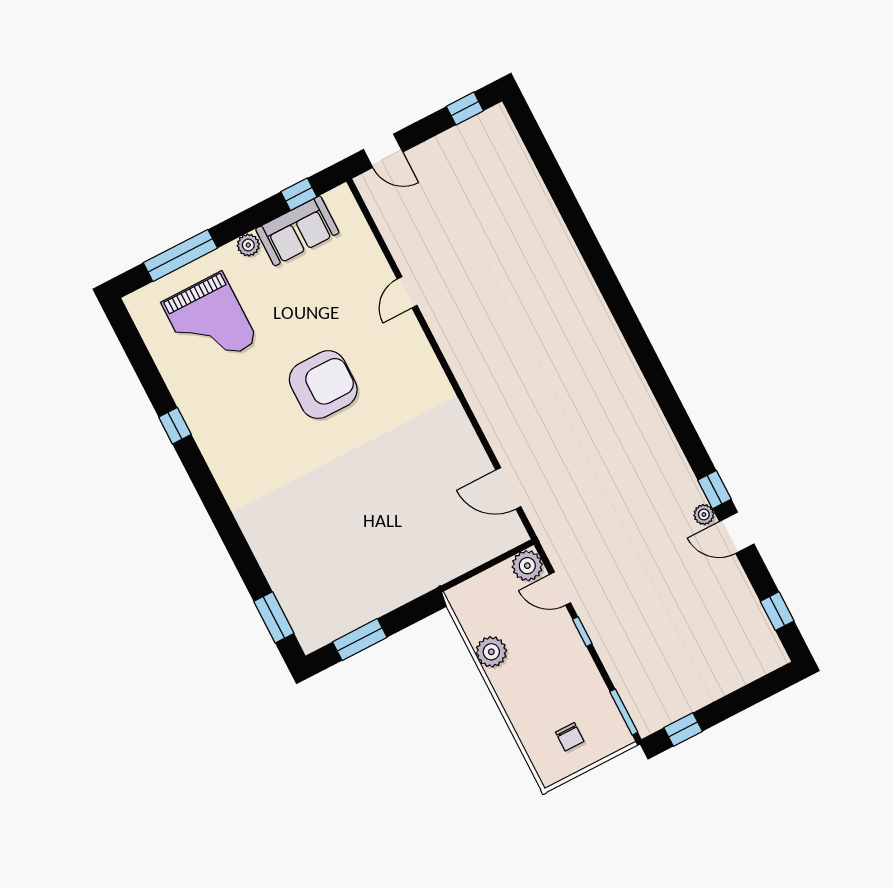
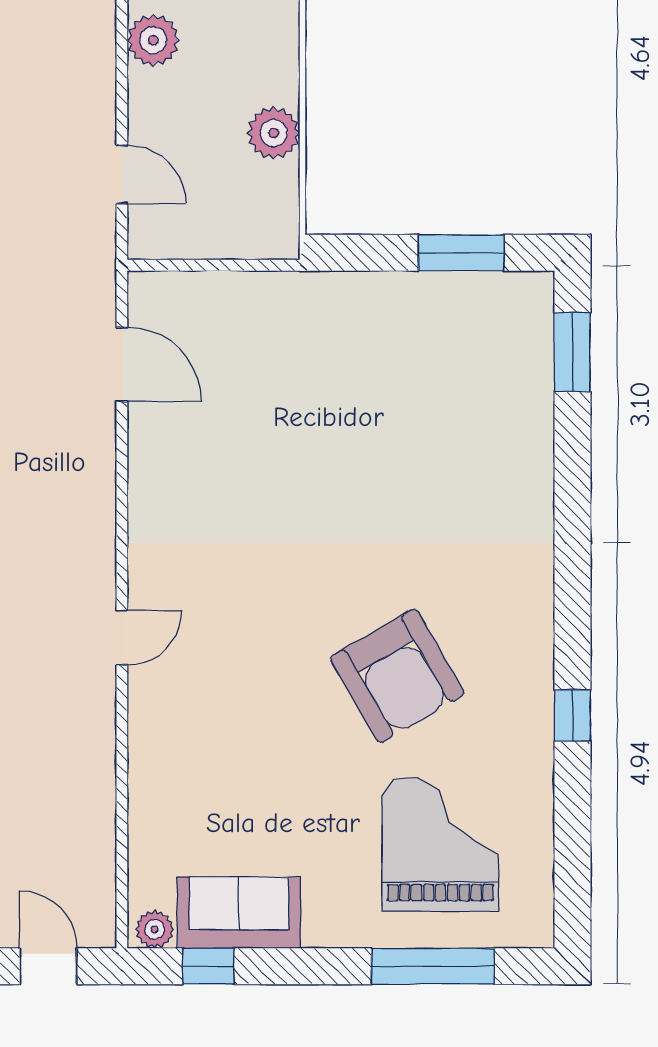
plant: (248, 245) -> (155, 929), moved
door: (407, 292) -> (122, 638), moved
armchair: (323, 385) -> (397, 676), moved, turned -120
plant: (527, 566) -> (153, 40), moved
window: (582, 632) -> (122, 93), removed

